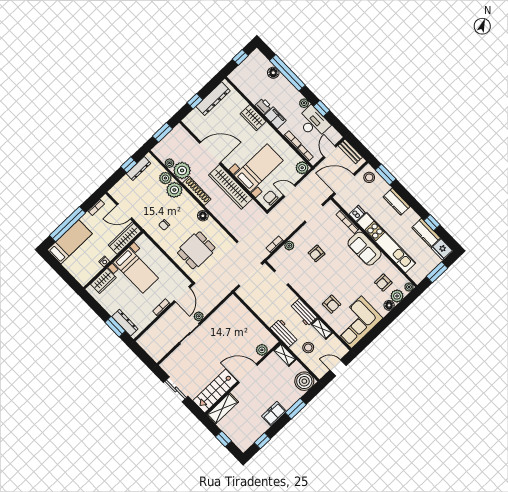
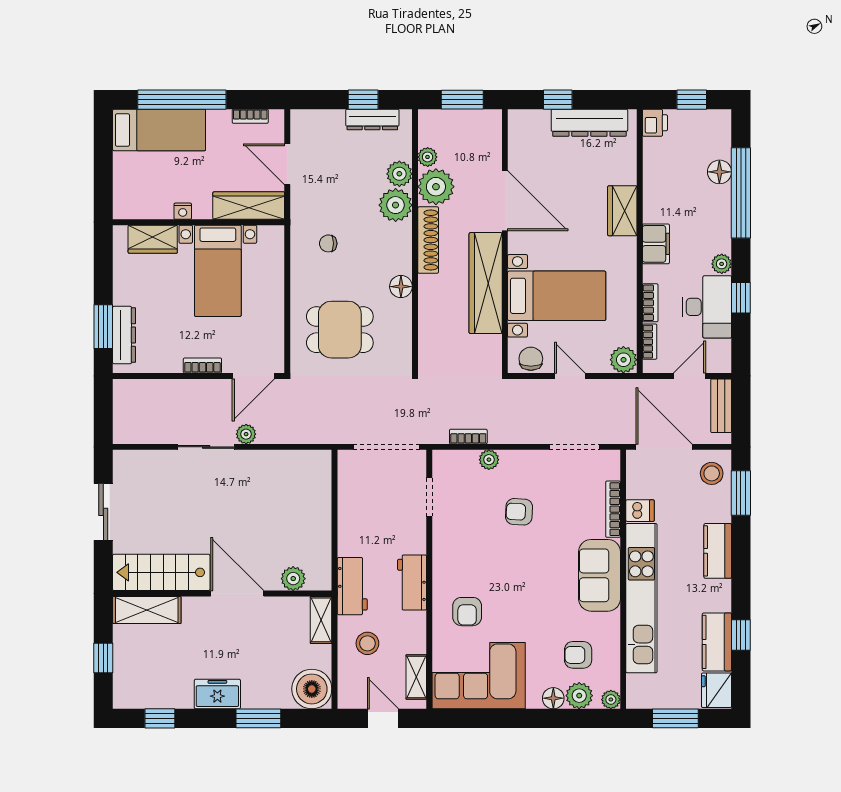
printer: (263, 106) -> (655, 123), moved
shelving: (322, 329) -> (416, 677), moved

